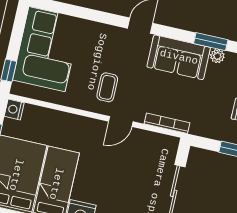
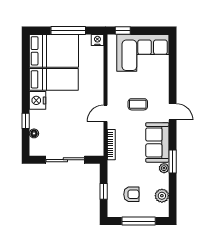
coffee table: (107, 87) -> (138, 104), moved
door: (121, 121) -> (106, 113), hinge flipped

